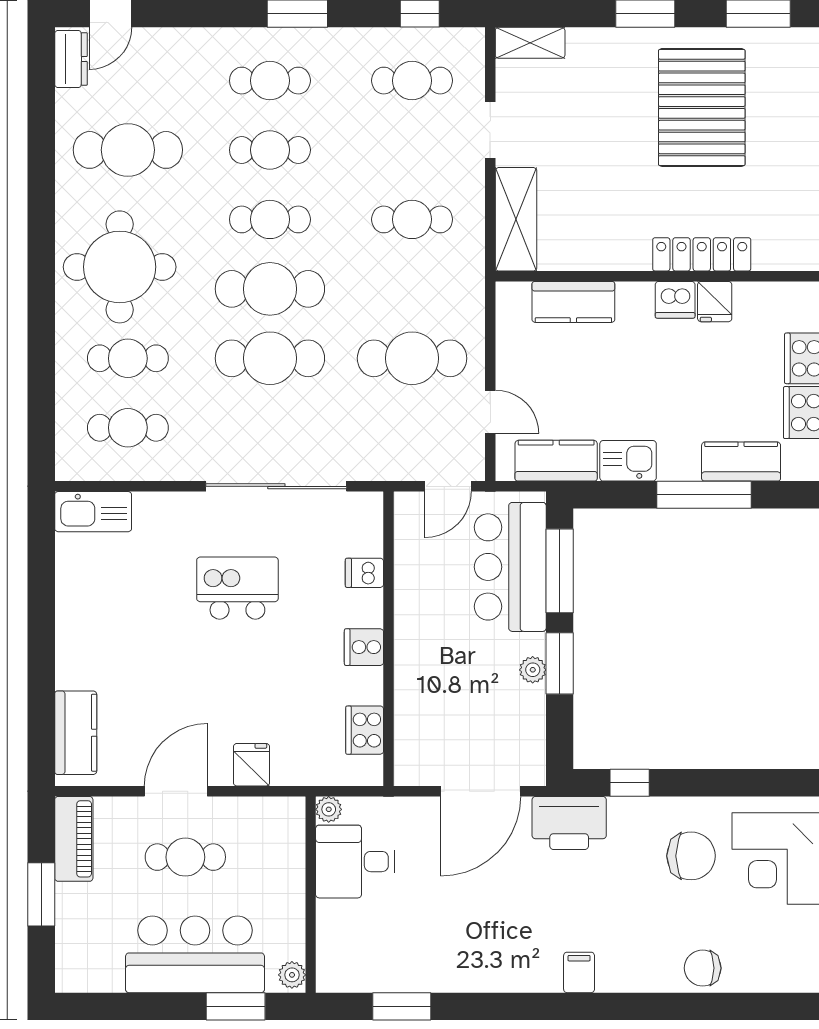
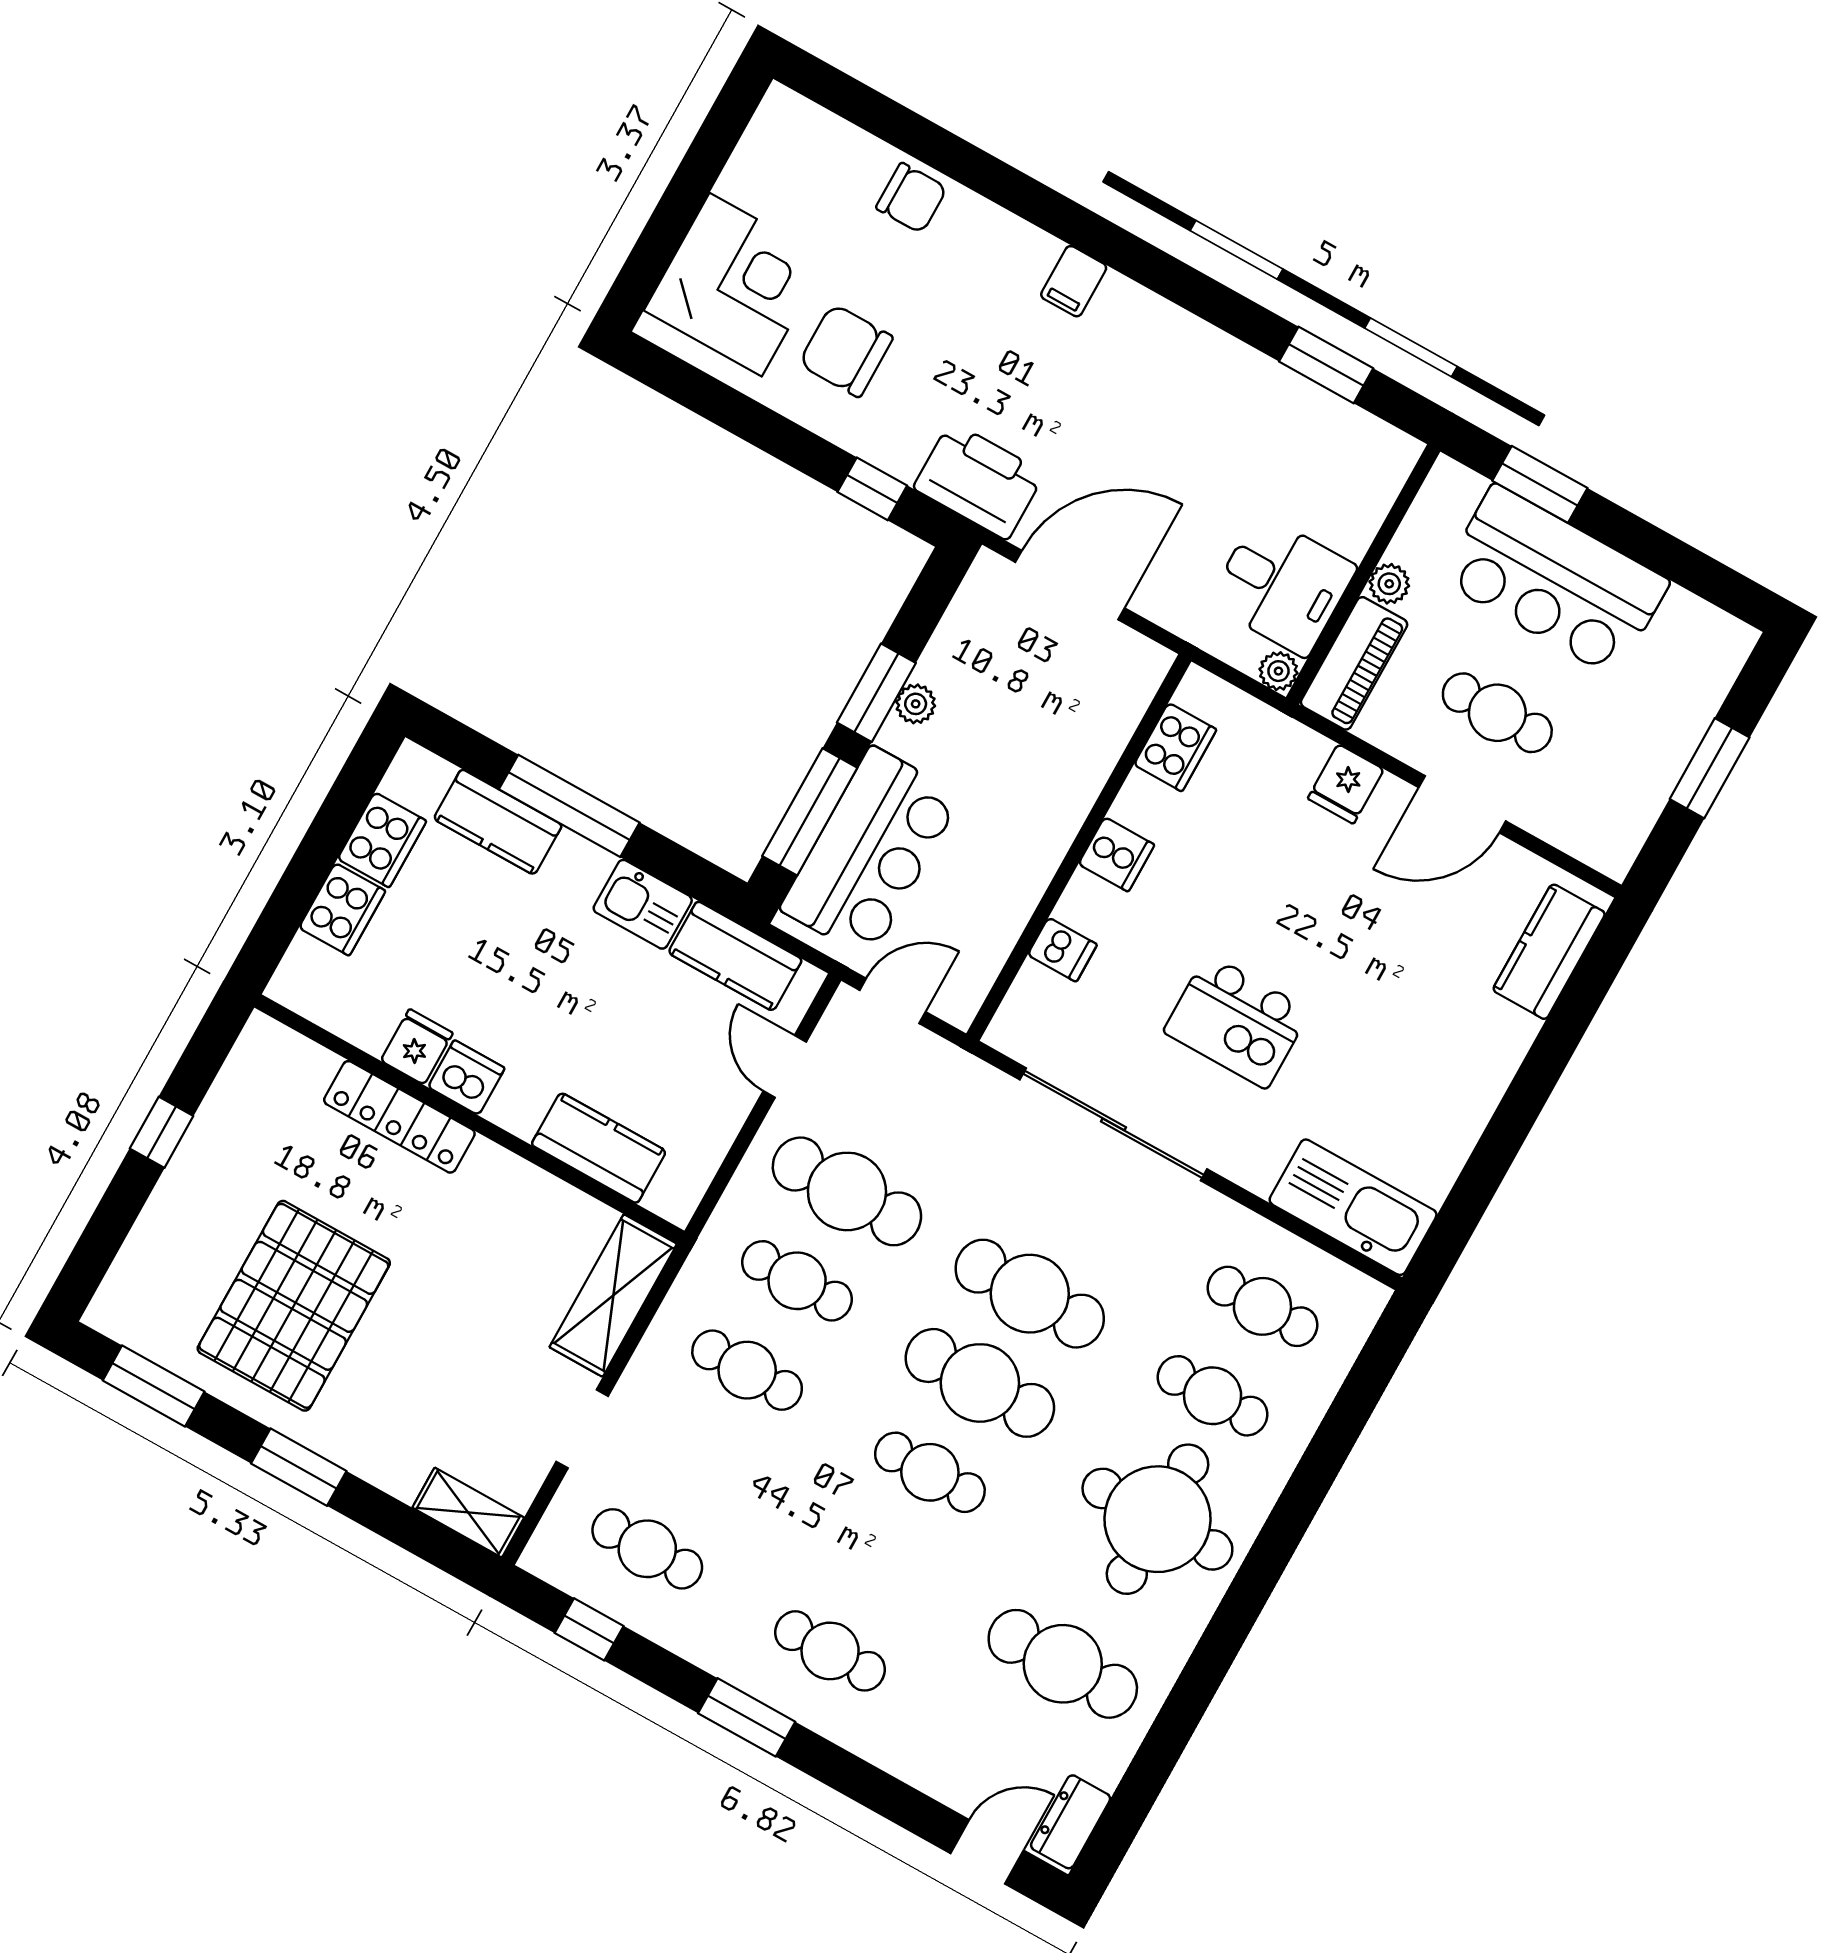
cafe table: (270, 150) -> (797, 1281), moved
kitchen sink: (93, 512) -> (1353, 1207), width x1.36, depth x1.24
piano: (74, 839) -> (1354, 663), moved, turned 180
plant: (292, 975) -> (1389, 584), moved

